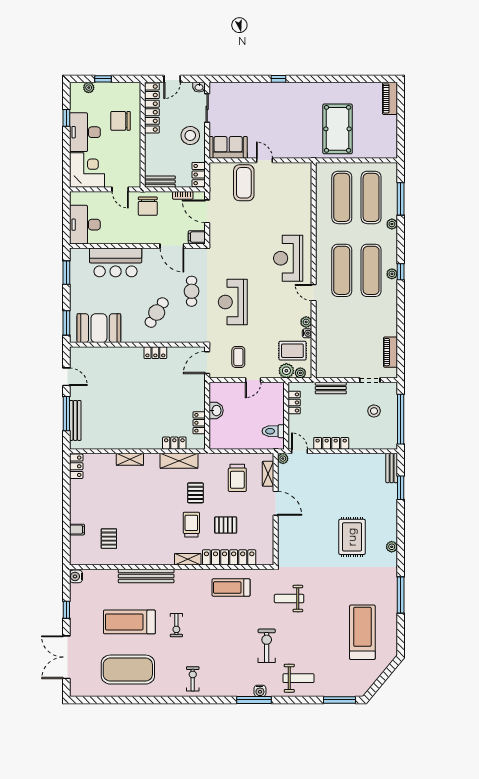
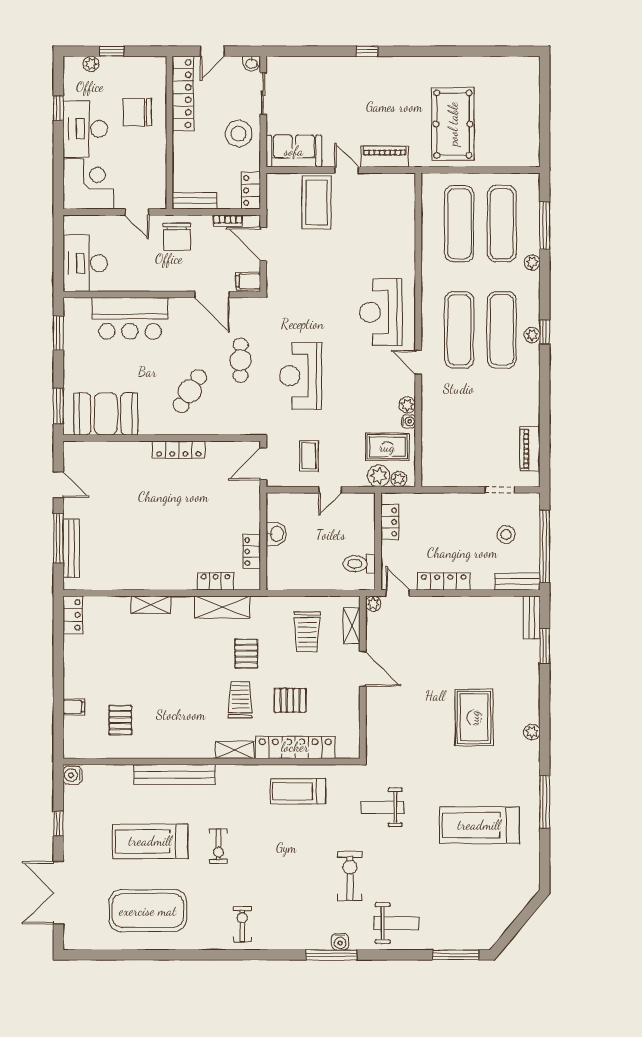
piano: (390, 98) -> (385, 157), moved, turned 90
locker: (155, 353) -> (179, 450), width x1.53
bench: (331, 388) -> (517, 582), moved
treadmill: (362, 632) -> (479, 825), moved, turned -90

